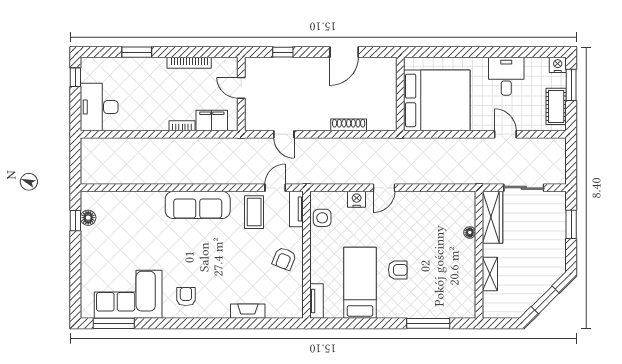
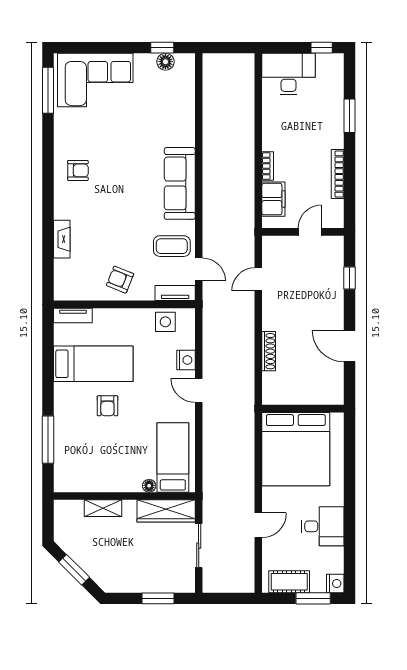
bed: (444, 211) -> (173, 457), added
corner sofa: (128, 294) -> (95, 80), moved, turned 90

